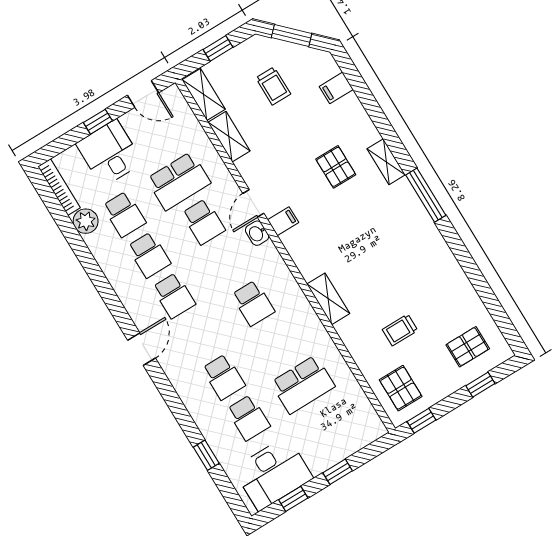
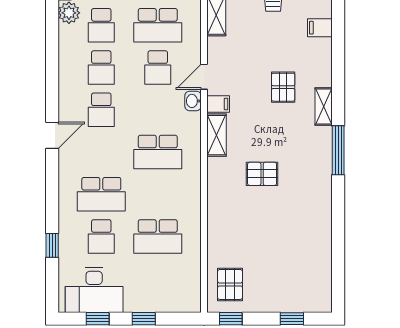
shelving: (328, 299) -> (217, 135), moved
school desk: (253, 303) -> (158, 152), width x1.85
trolley: (400, 330) -> (256, 240), removed
pallet: (468, 347) -> (262, 174), moved
school desk: (224, 377) -> (101, 194), width x1.85

